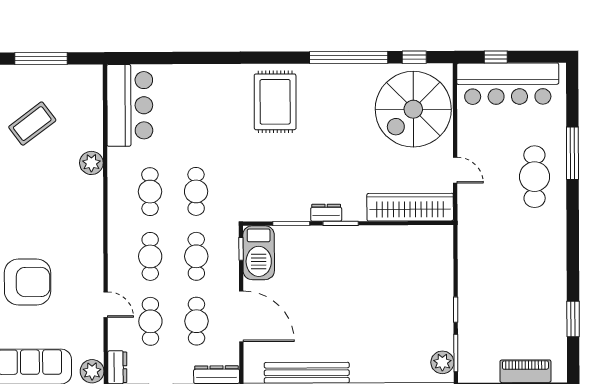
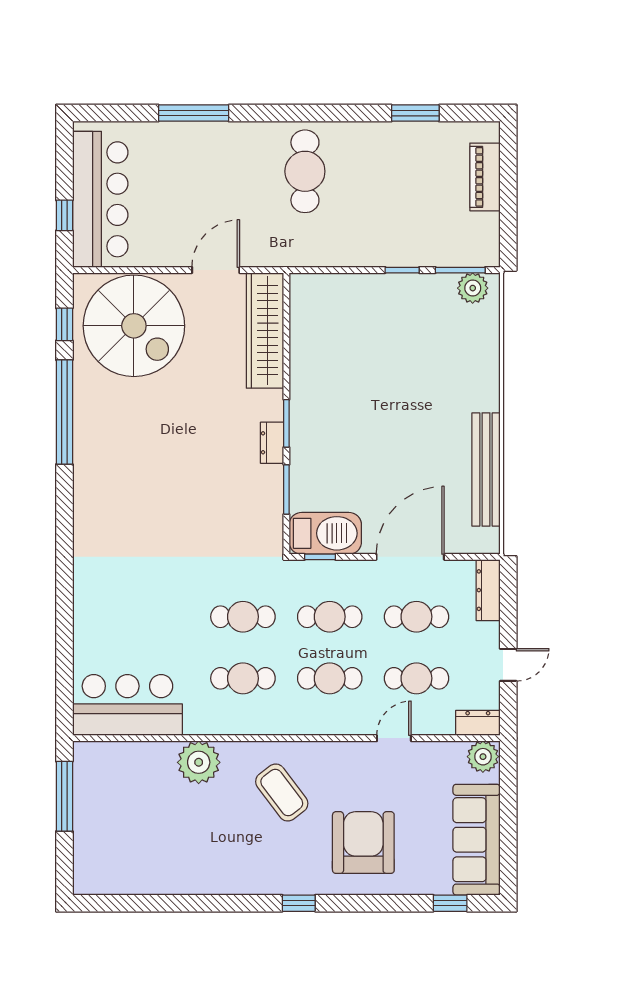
window: (41, 59) -> (64, 796), moved
rug: (275, 102) -> (123, 511), removed
coffee table: (32, 124) -> (282, 793), moved
plant: (91, 163) -> (199, 762), width x1.36, depth x1.36
door: (455, 170) -> (216, 270), width x1.38
cafe table: (535, 177) -> (305, 171), moved, turned 90

